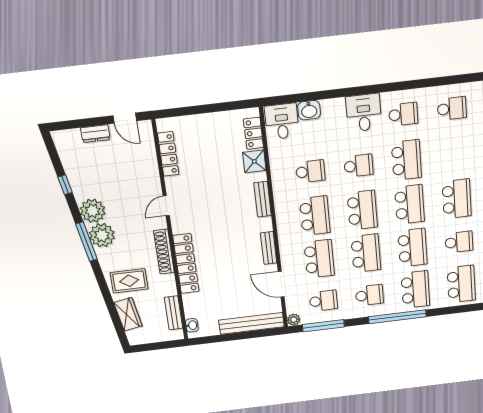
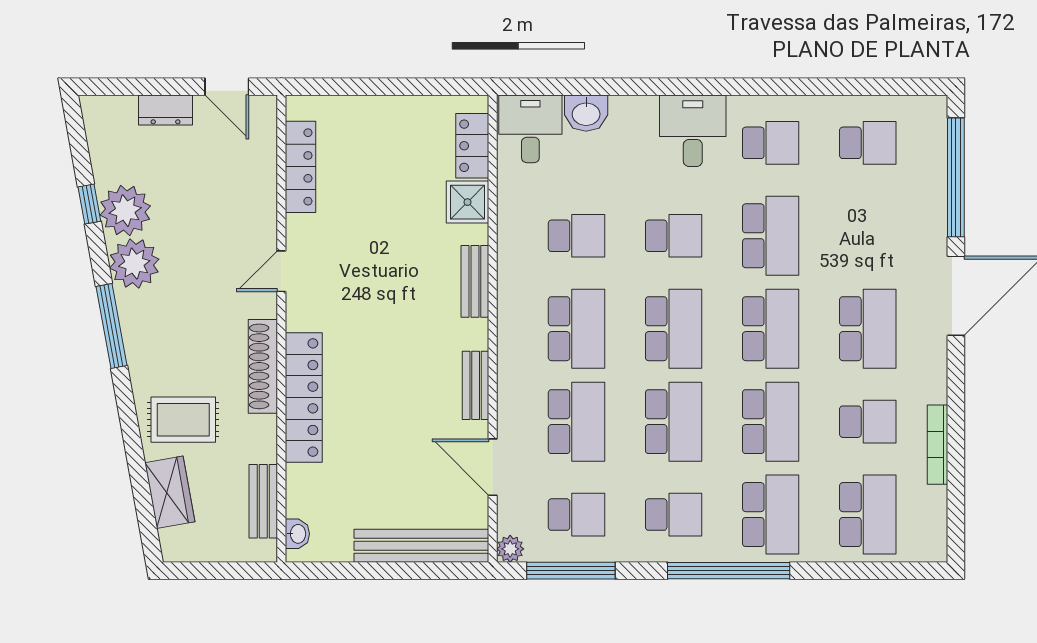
plant: (102, 235) -> (125, 211), moved

